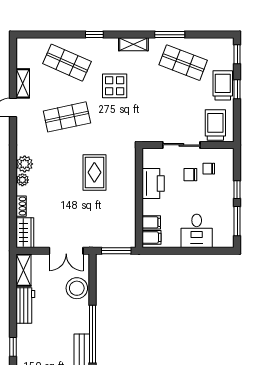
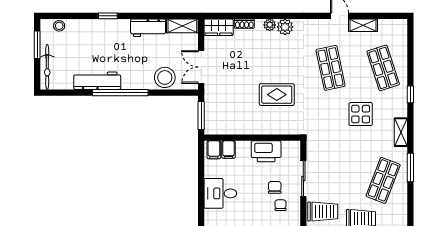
shop shelf: (67, 63) -> (383, 68), turned -42

